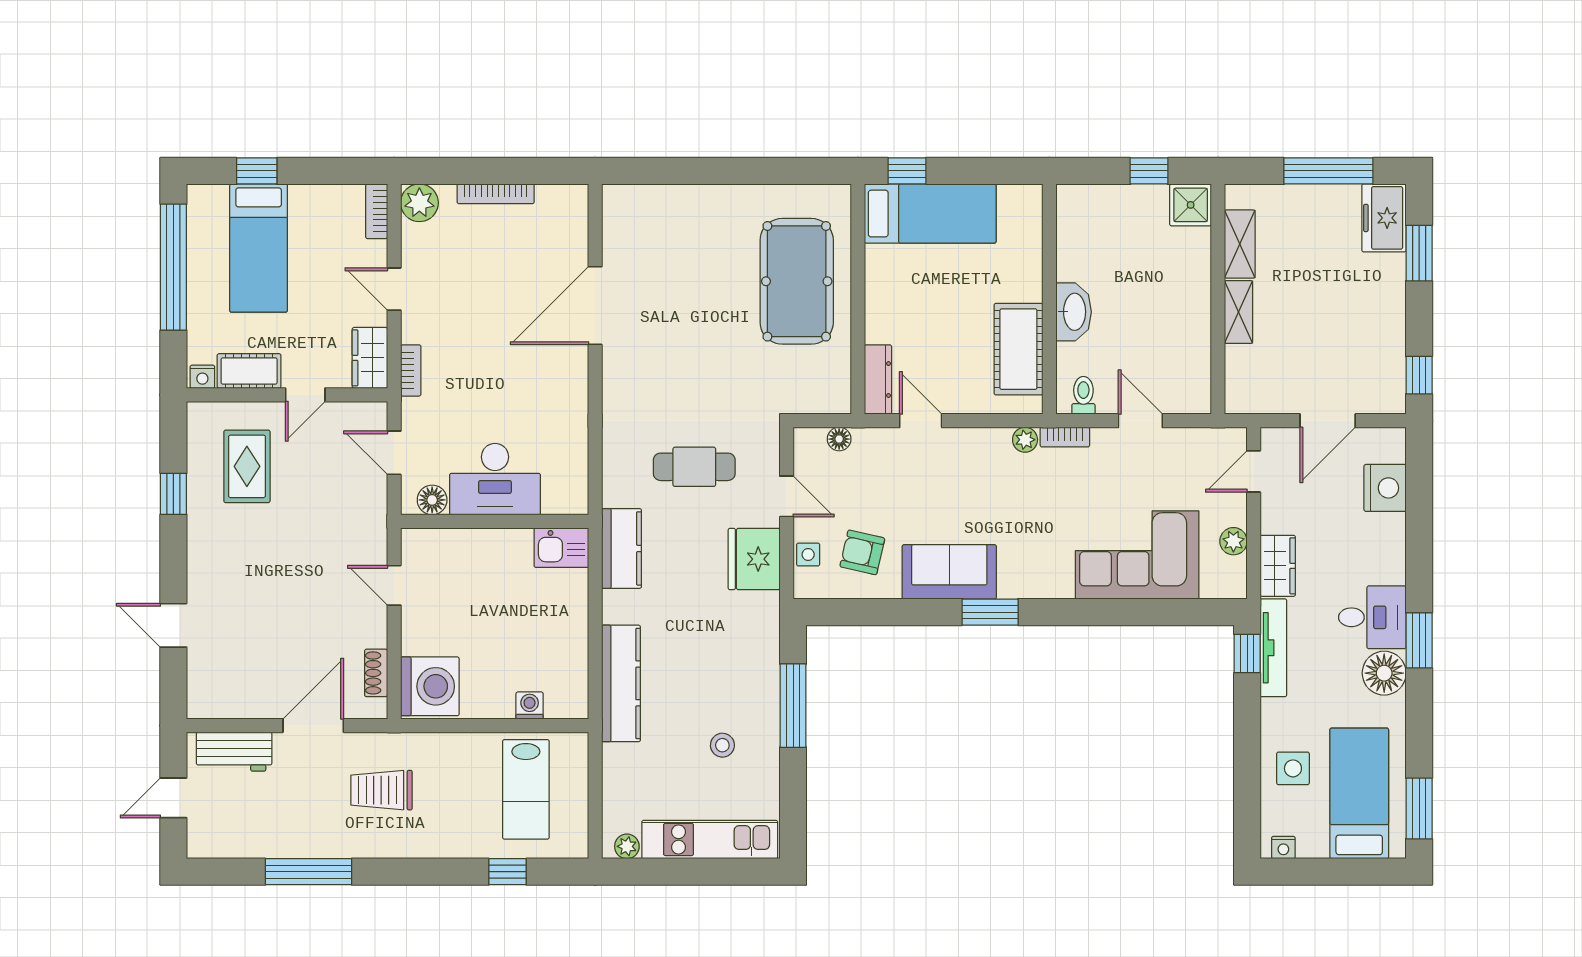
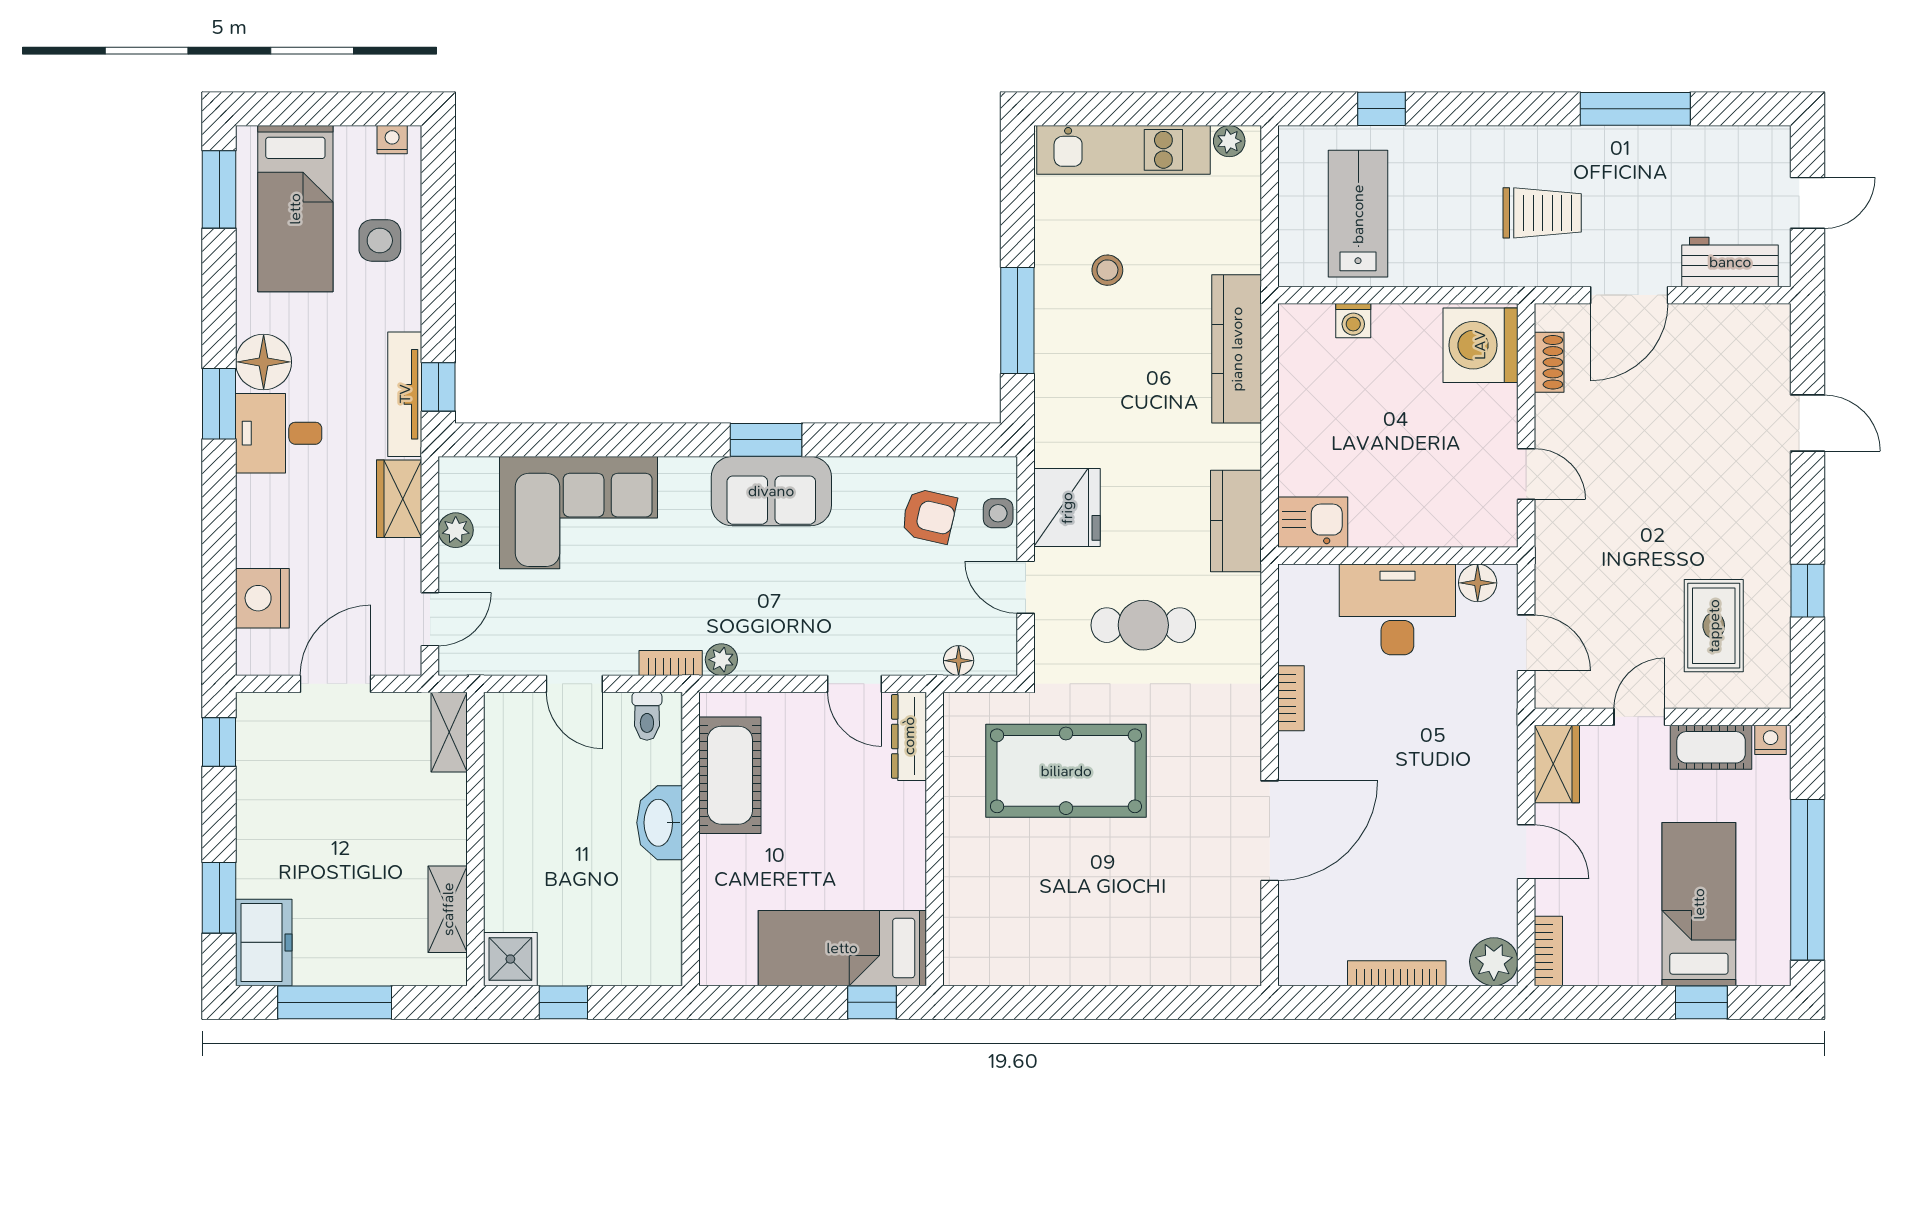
pool table: (797, 281) -> (1066, 771), moved, turned 90
shelving: (1239, 312) -> (449, 732), moved
bookcase: (411, 370) -> (1291, 698), moved, turned 180
sofa: (949, 572) -> (771, 491), moved

